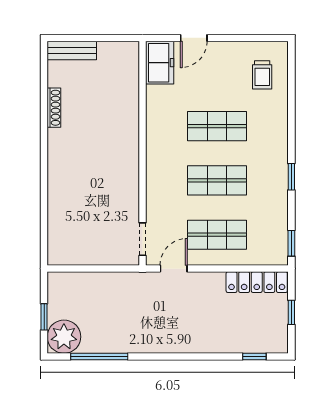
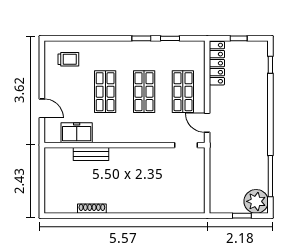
bench: (72, 51) -> (91, 154), moved, turned 90
freezer: (160, 63) -> (77, 133), moved
window: (291, 243) -> (170, 38), moved

